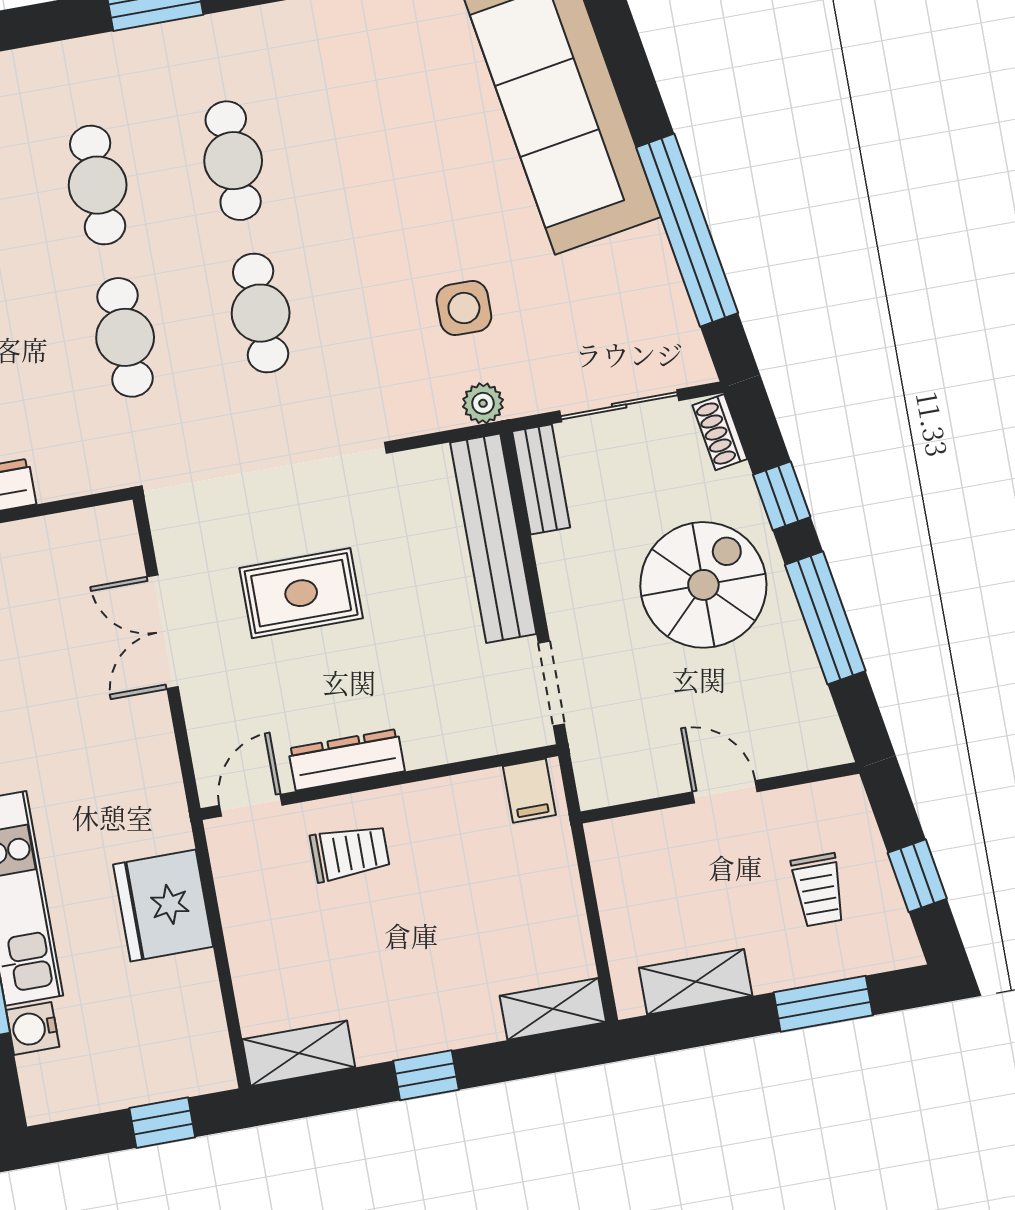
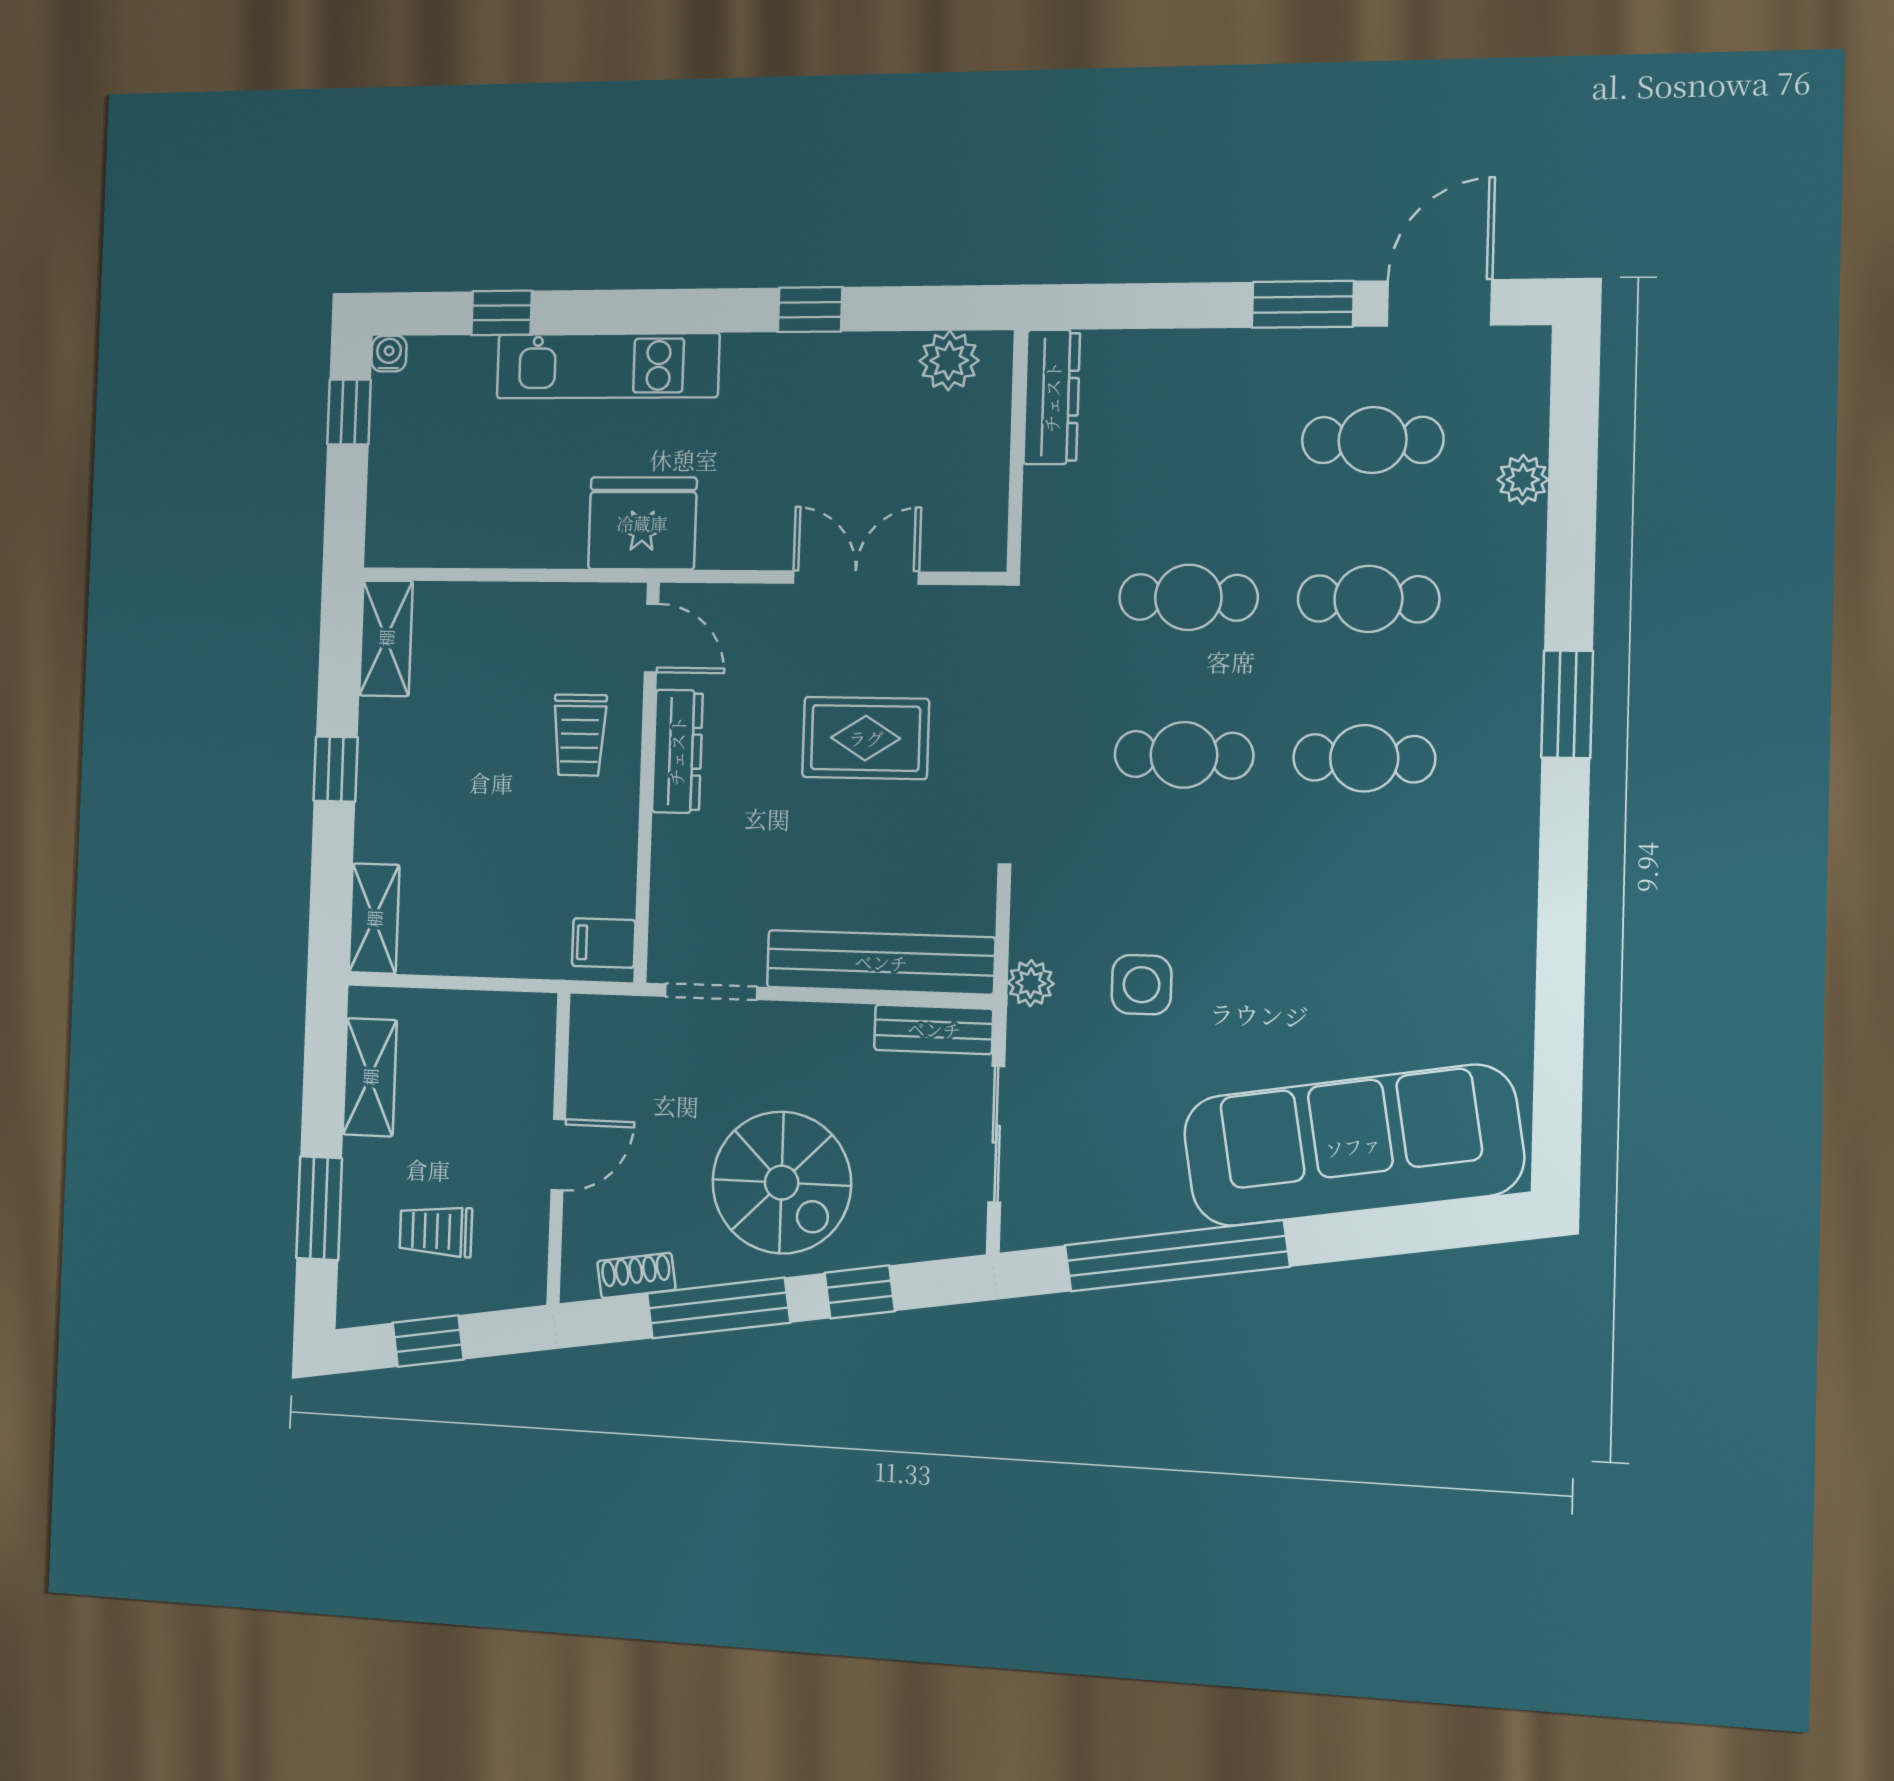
shoe rack: (720, 432) -> (636, 1275), moved
rug: (301, 593) -> (866, 738), turned 90
fridge: (163, 906) -> (642, 523), moved
water cooler: (33, 1028) -> (389, 354), moved, width x0.72, depth x0.72
window: (162, 1123) -> (349, 412), moved

